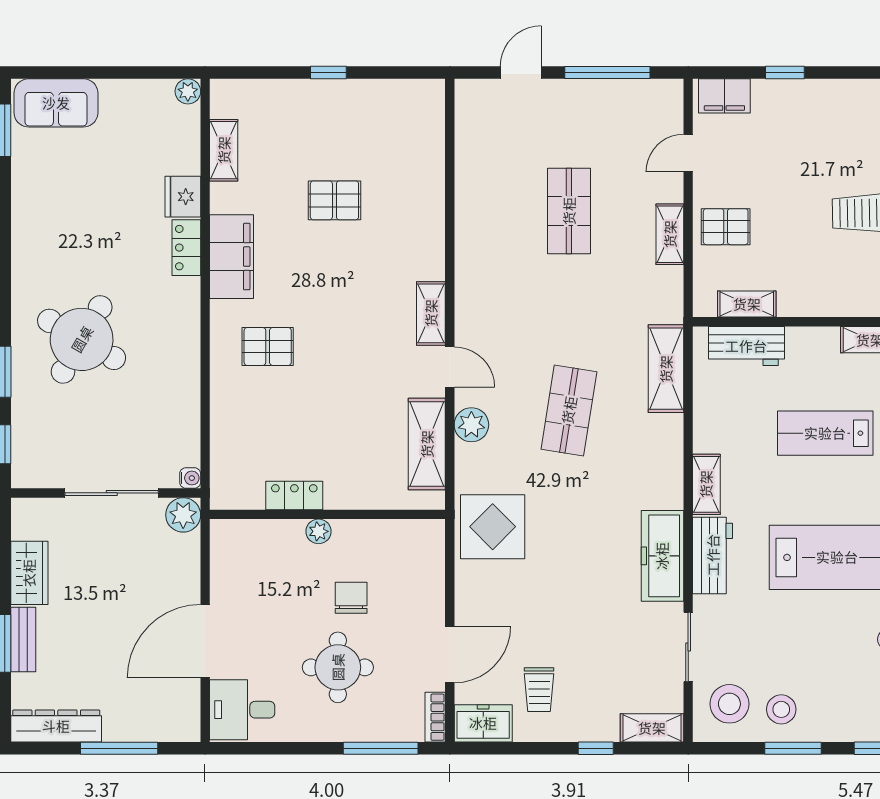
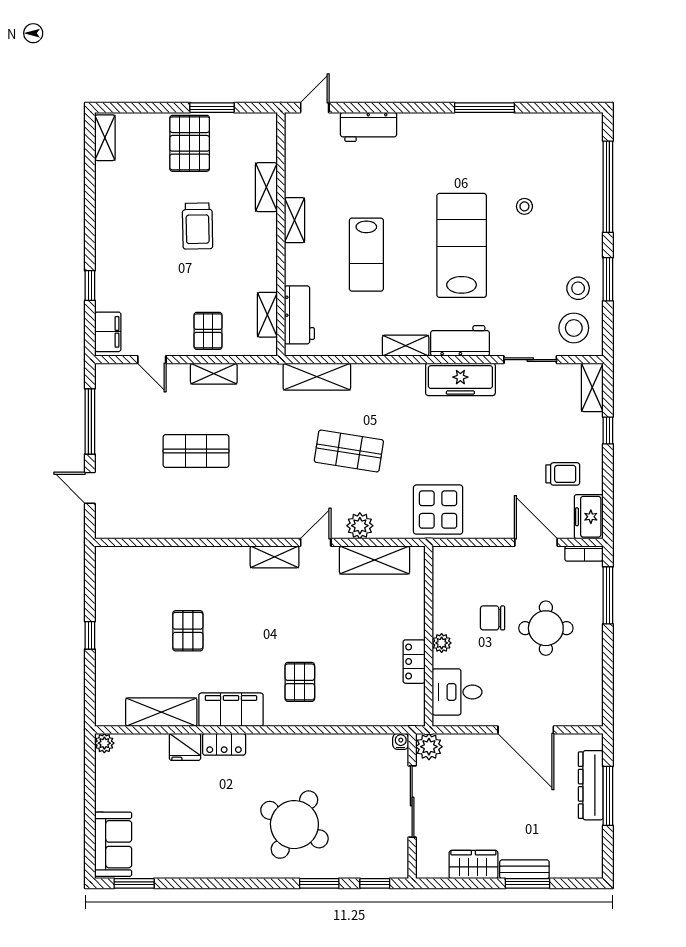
shelving: (224, 150) -> (161, 712), width x1.50, depth x1.33
desk: (242, 710) -> (457, 692), moved, turned 90
dresser: (56, 726) -> (591, 785), moved

